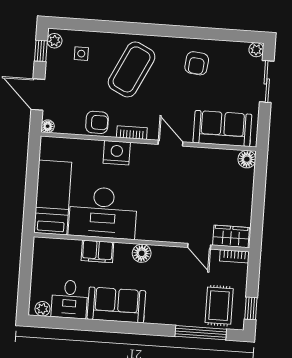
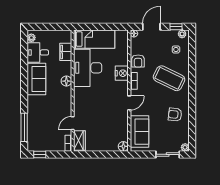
filing cabinet: (97, 251) -> (66, 52), moved
floor lamp: (142, 253) -> (66, 81), moved
rug: (219, 306) -> (40, 137), removed

